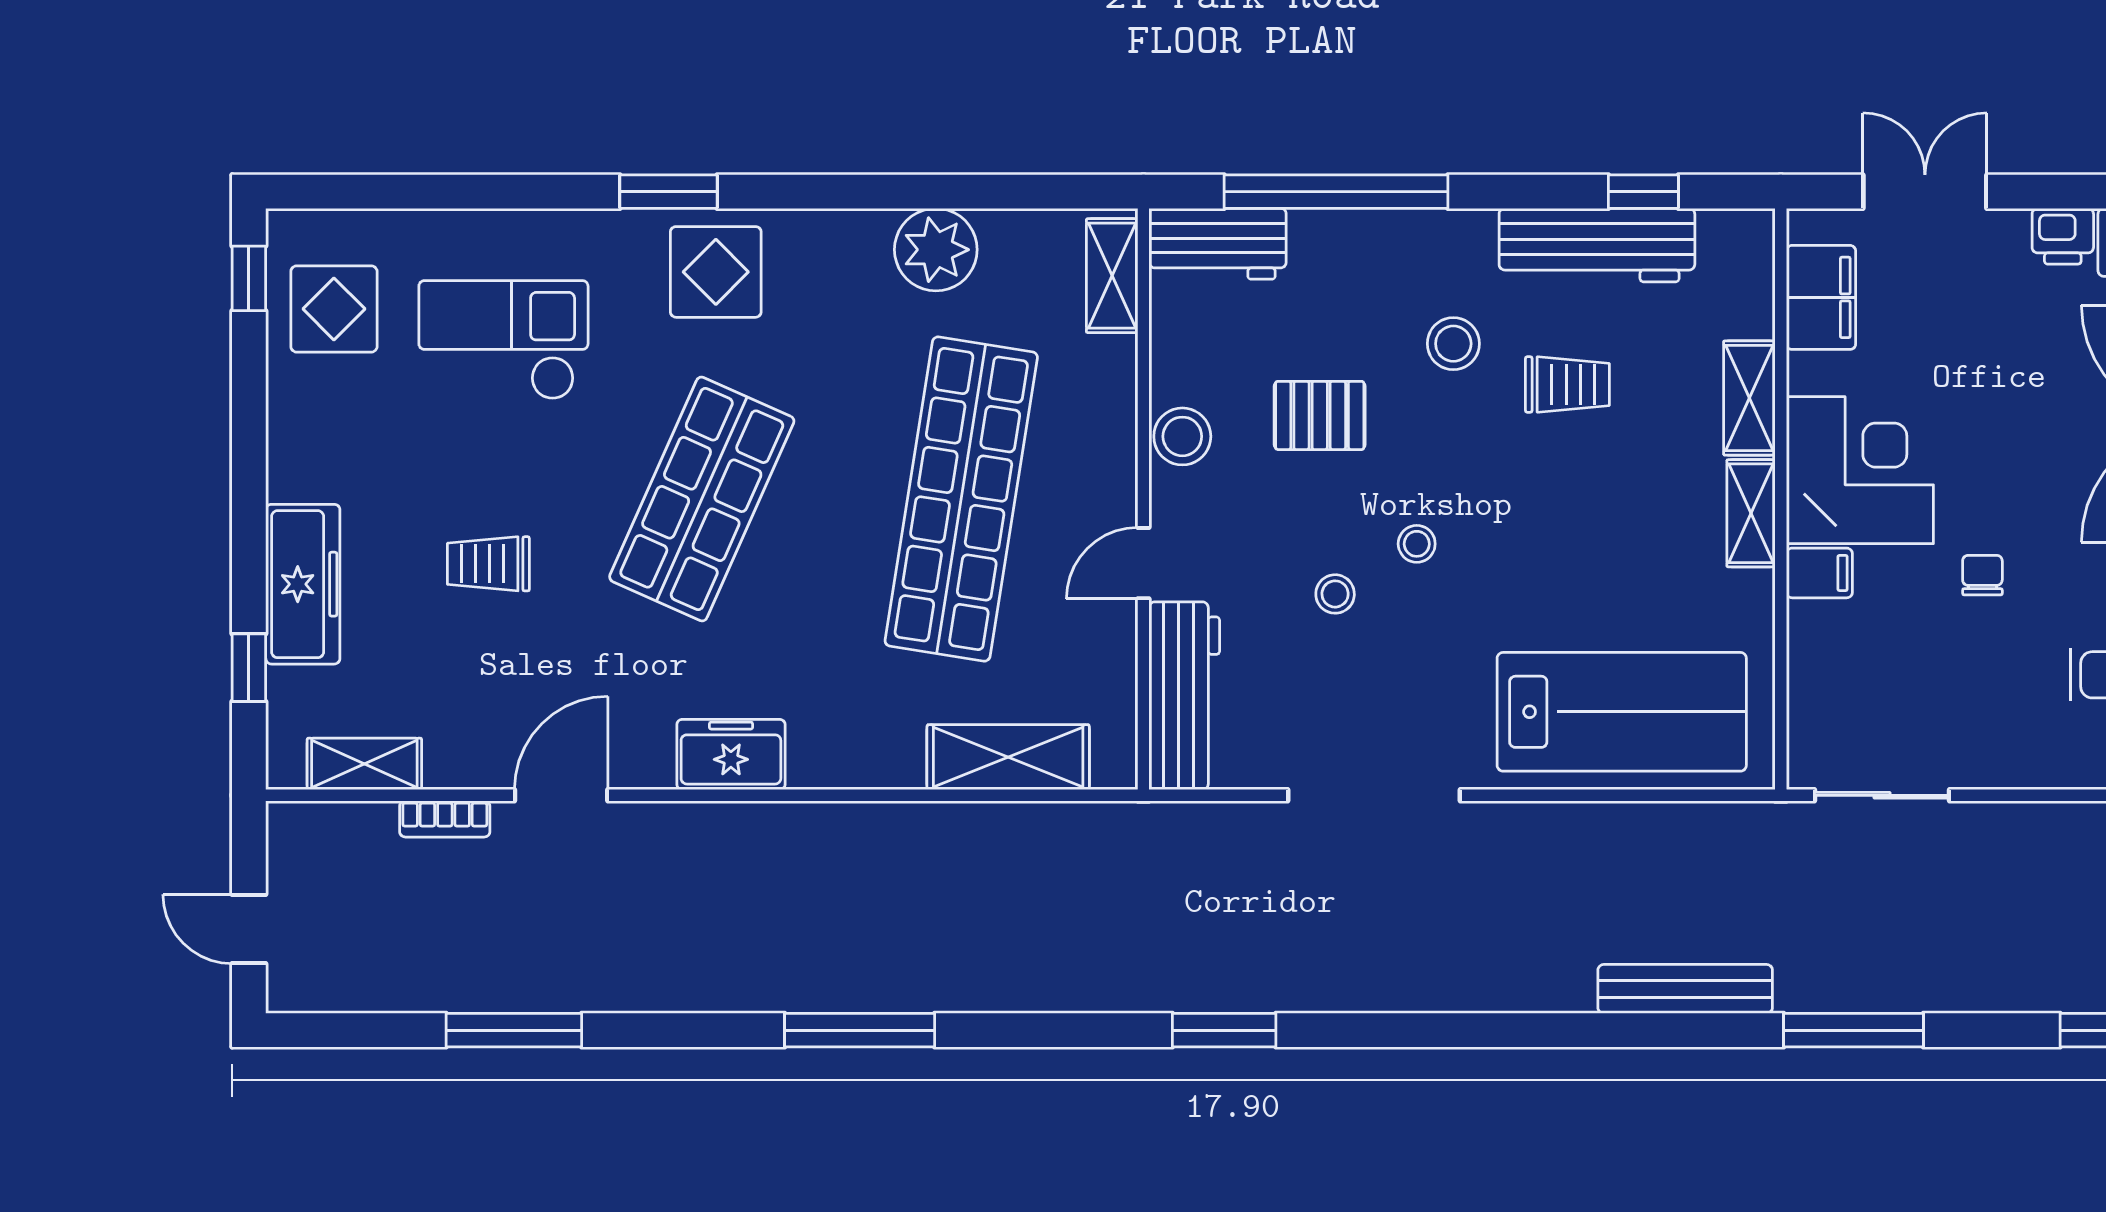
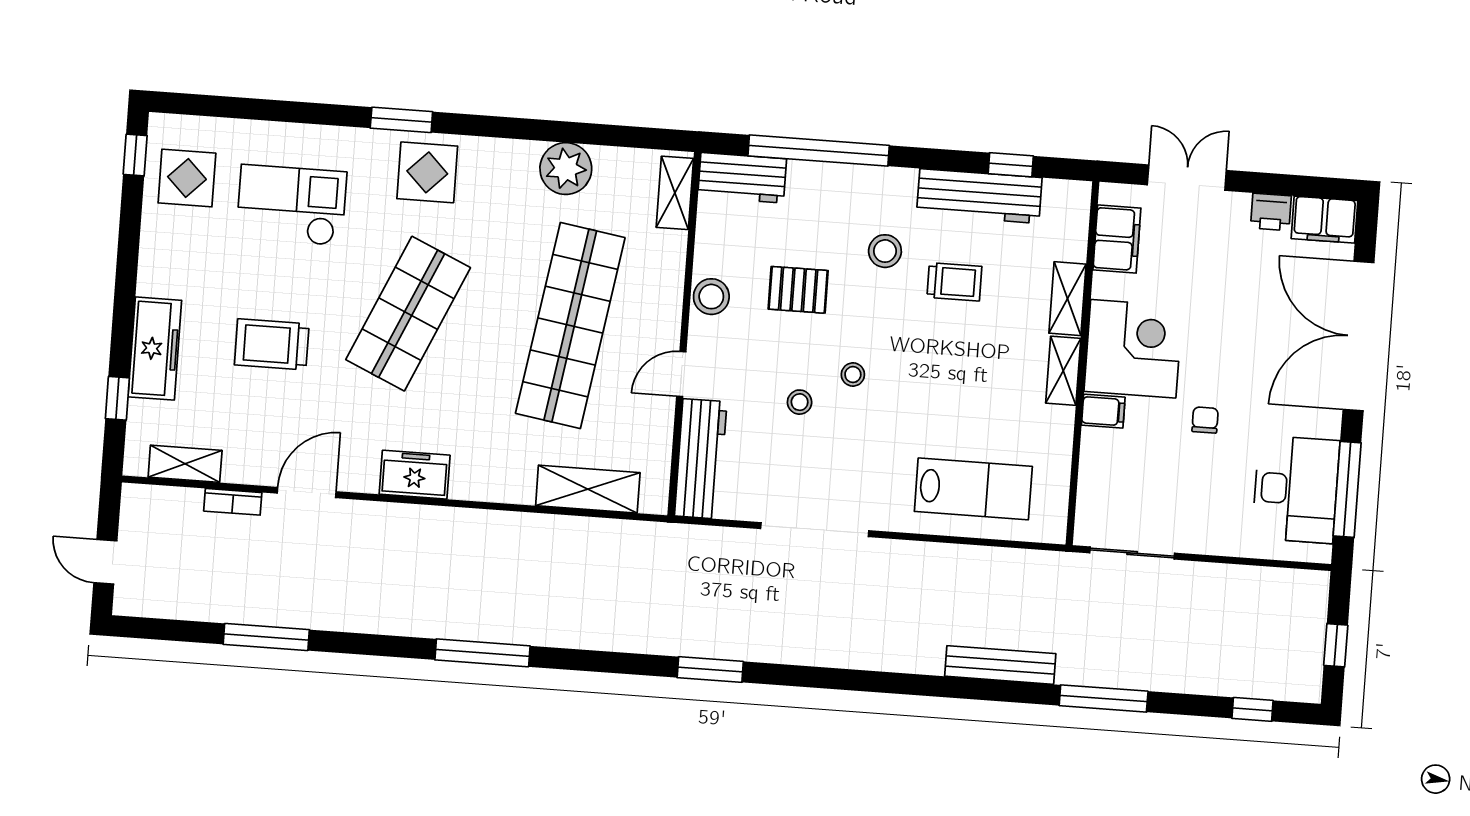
trolley: (488, 564) -> (272, 344), width x1.36, depth x1.39
lab bench: (1622, 712) -> (973, 489), width x0.73, depth x0.72

